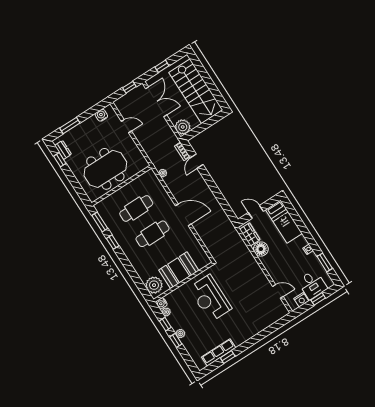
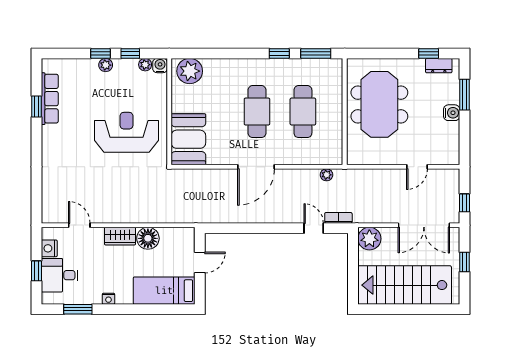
water cooler: (101, 115) -> (452, 113), moved
wardrobe: (250, 234) -> (120, 236), moved
booth: (179, 270) -> (188, 139), moved
door: (278, 291) -> (79, 225), swing flipped

